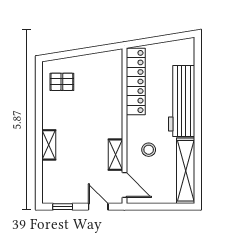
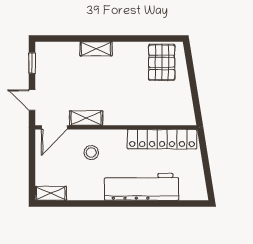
pallet: (62, 82) -> (162, 62), width x1.50, depth x1.42
shelving: (186, 171) -> (51, 193), width x0.45, depth x0.75
door: (98, 207) -> (32, 100), swing flipped

